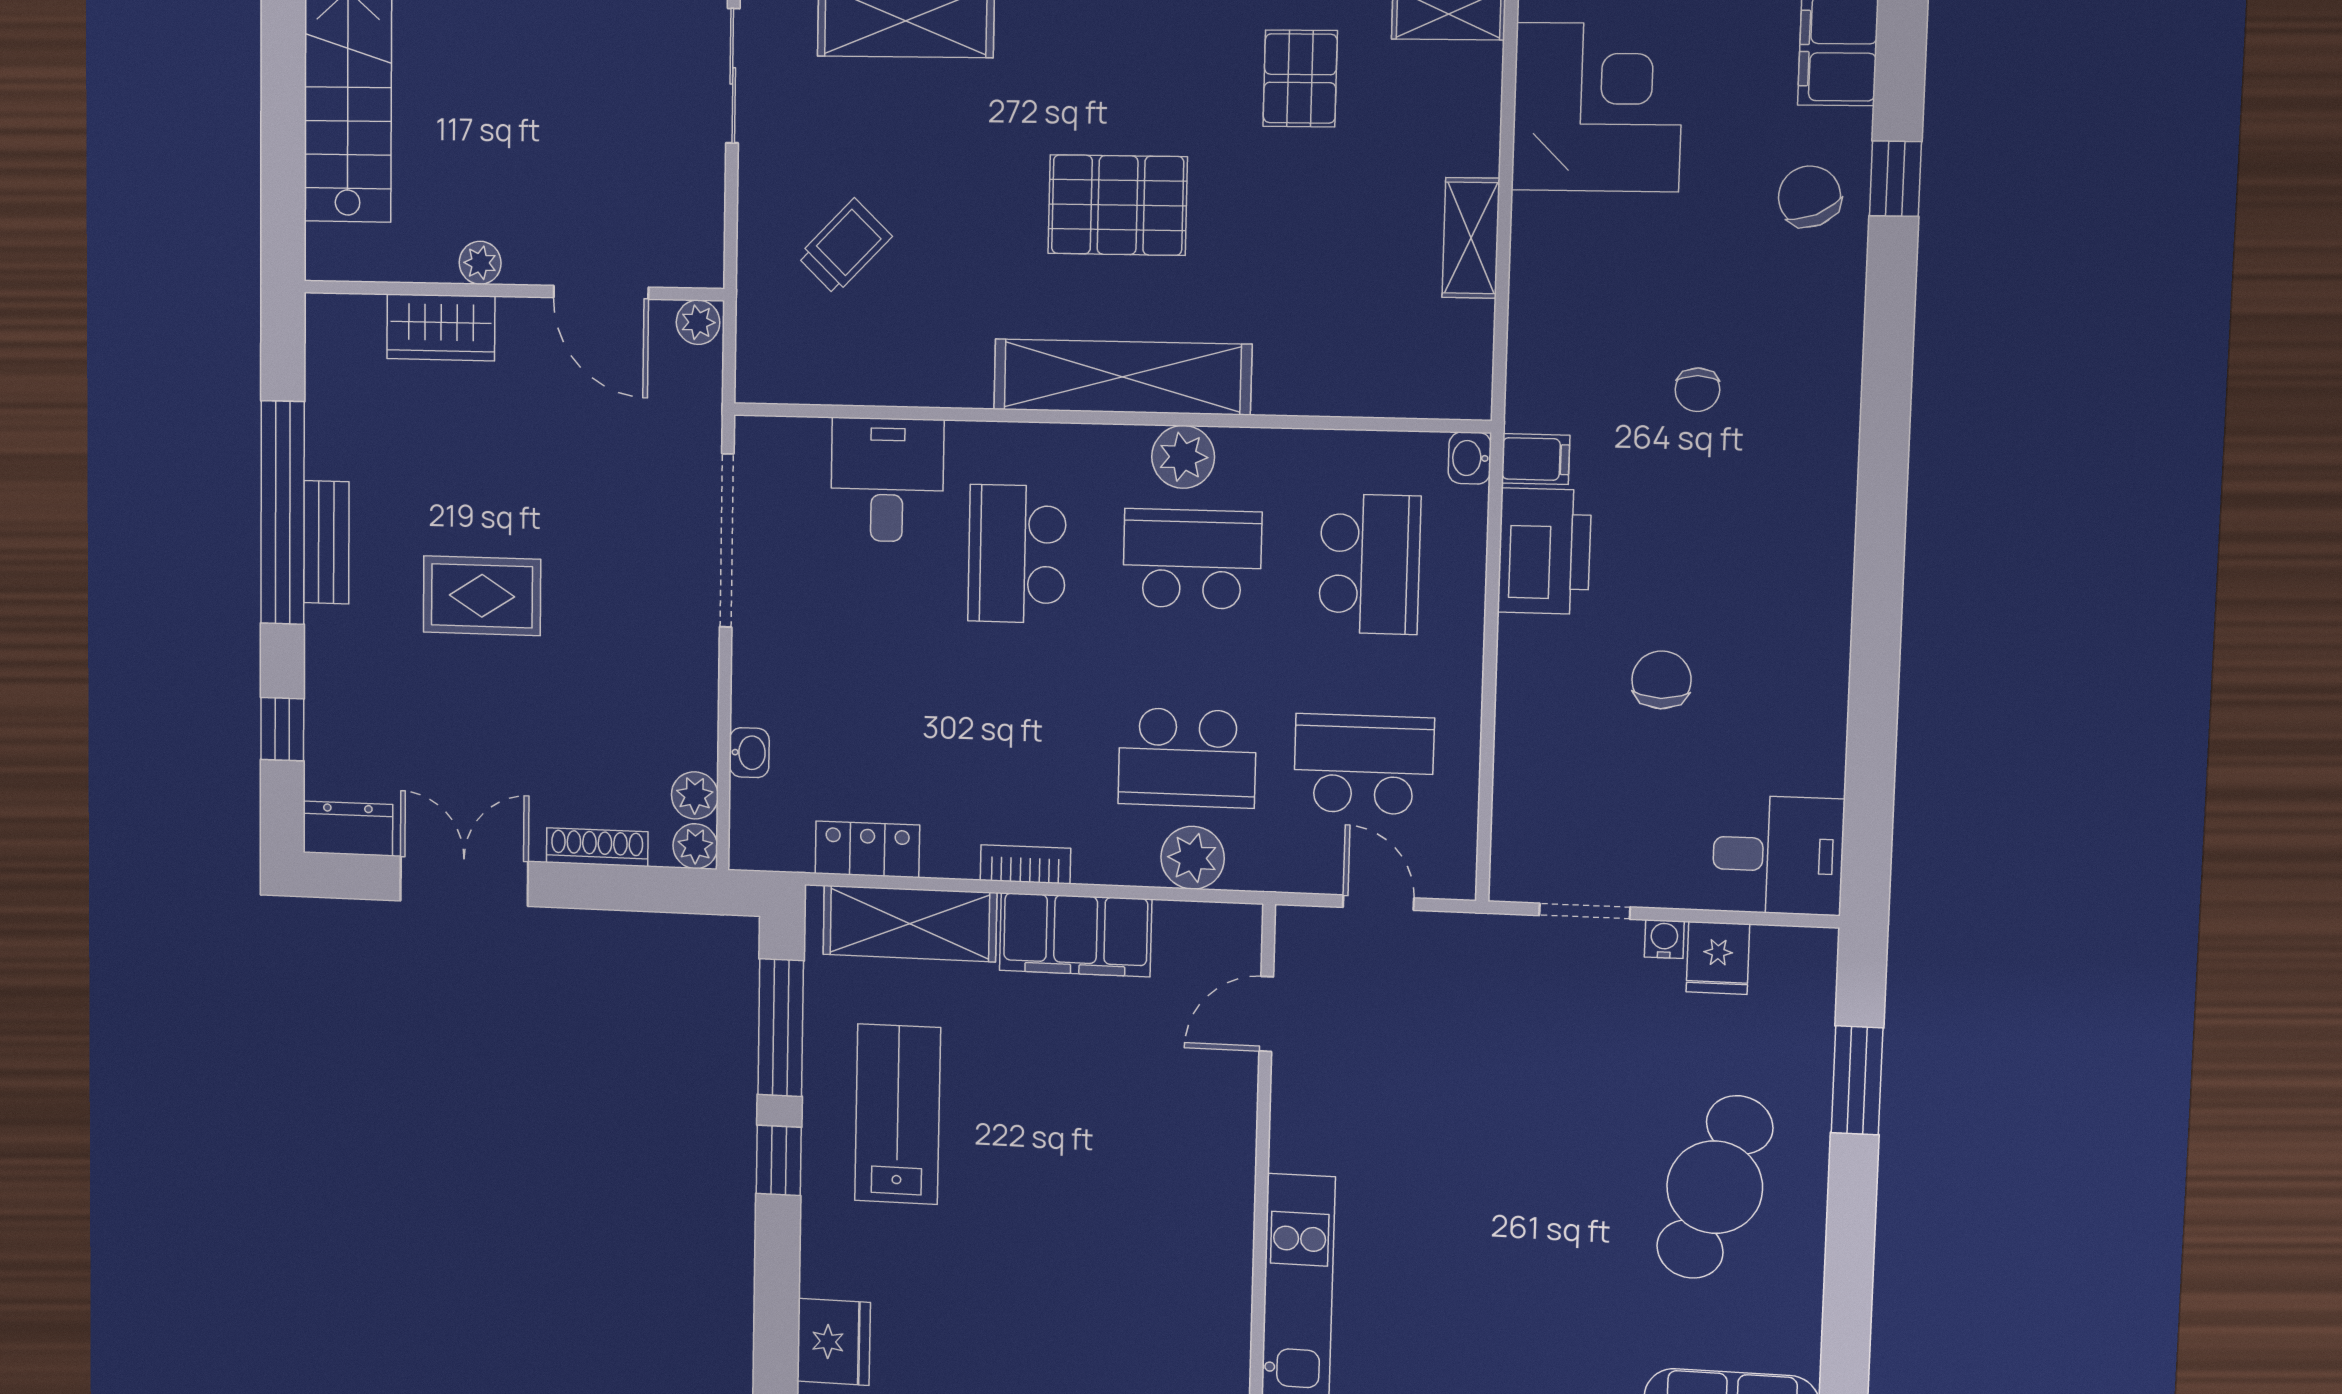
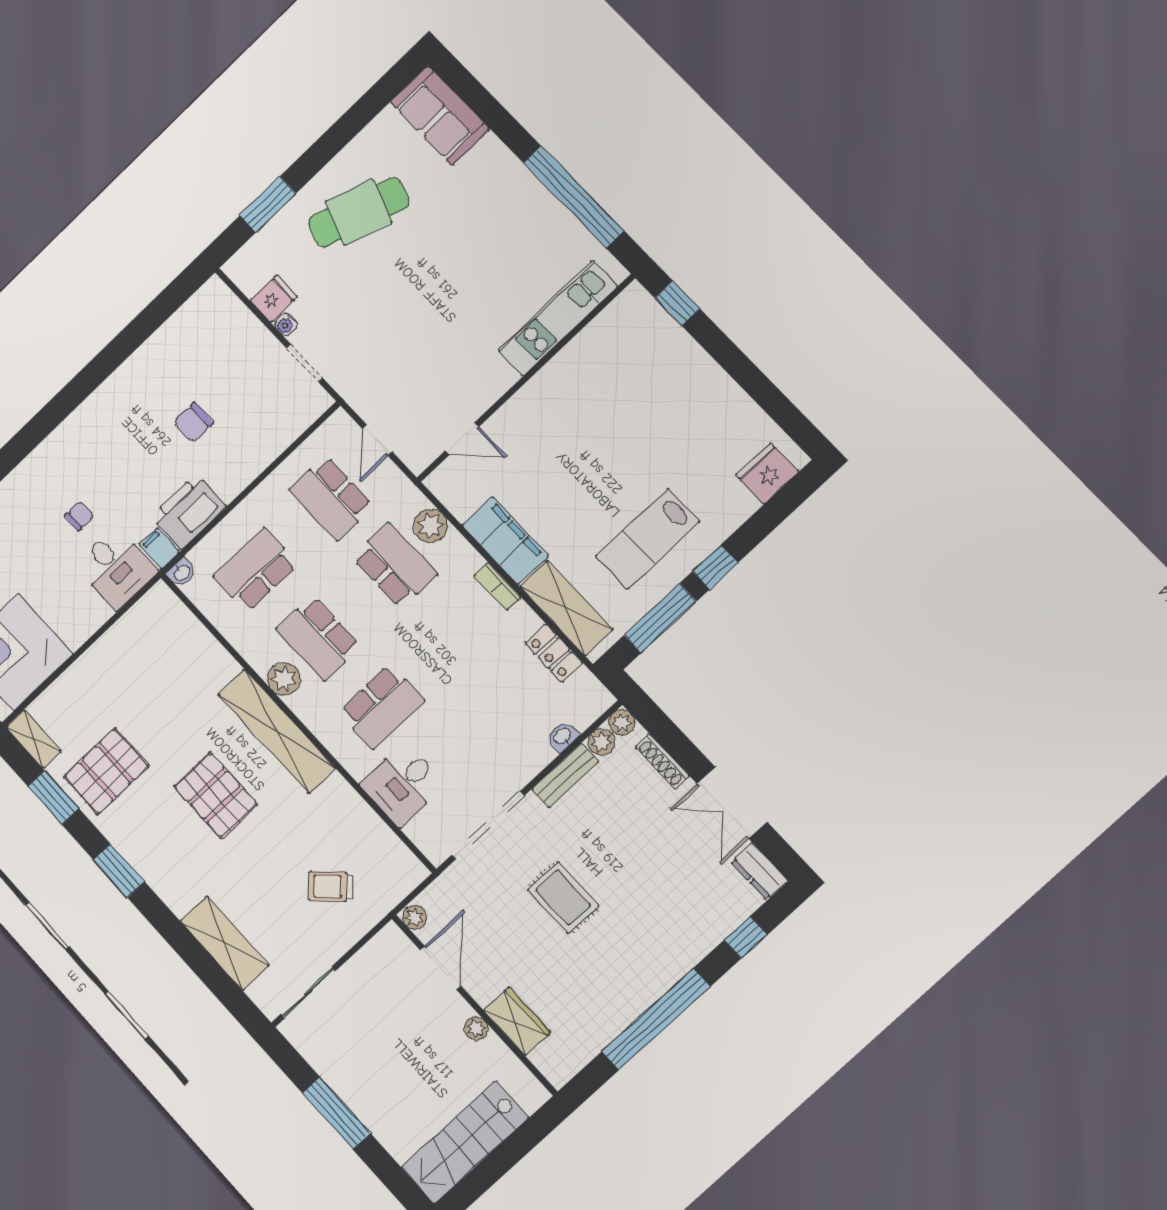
pallet: (1300, 78) -> (106, 771), width x1.50, depth x1.42
shelving: (1471, 238) -> (104, 652), removed
bench: (326, 542) -> (565, 775), moved
rug: (482, 596) -> (563, 897), moved
desk: (1778, 855) -> (116, 568), moved, turned 180

